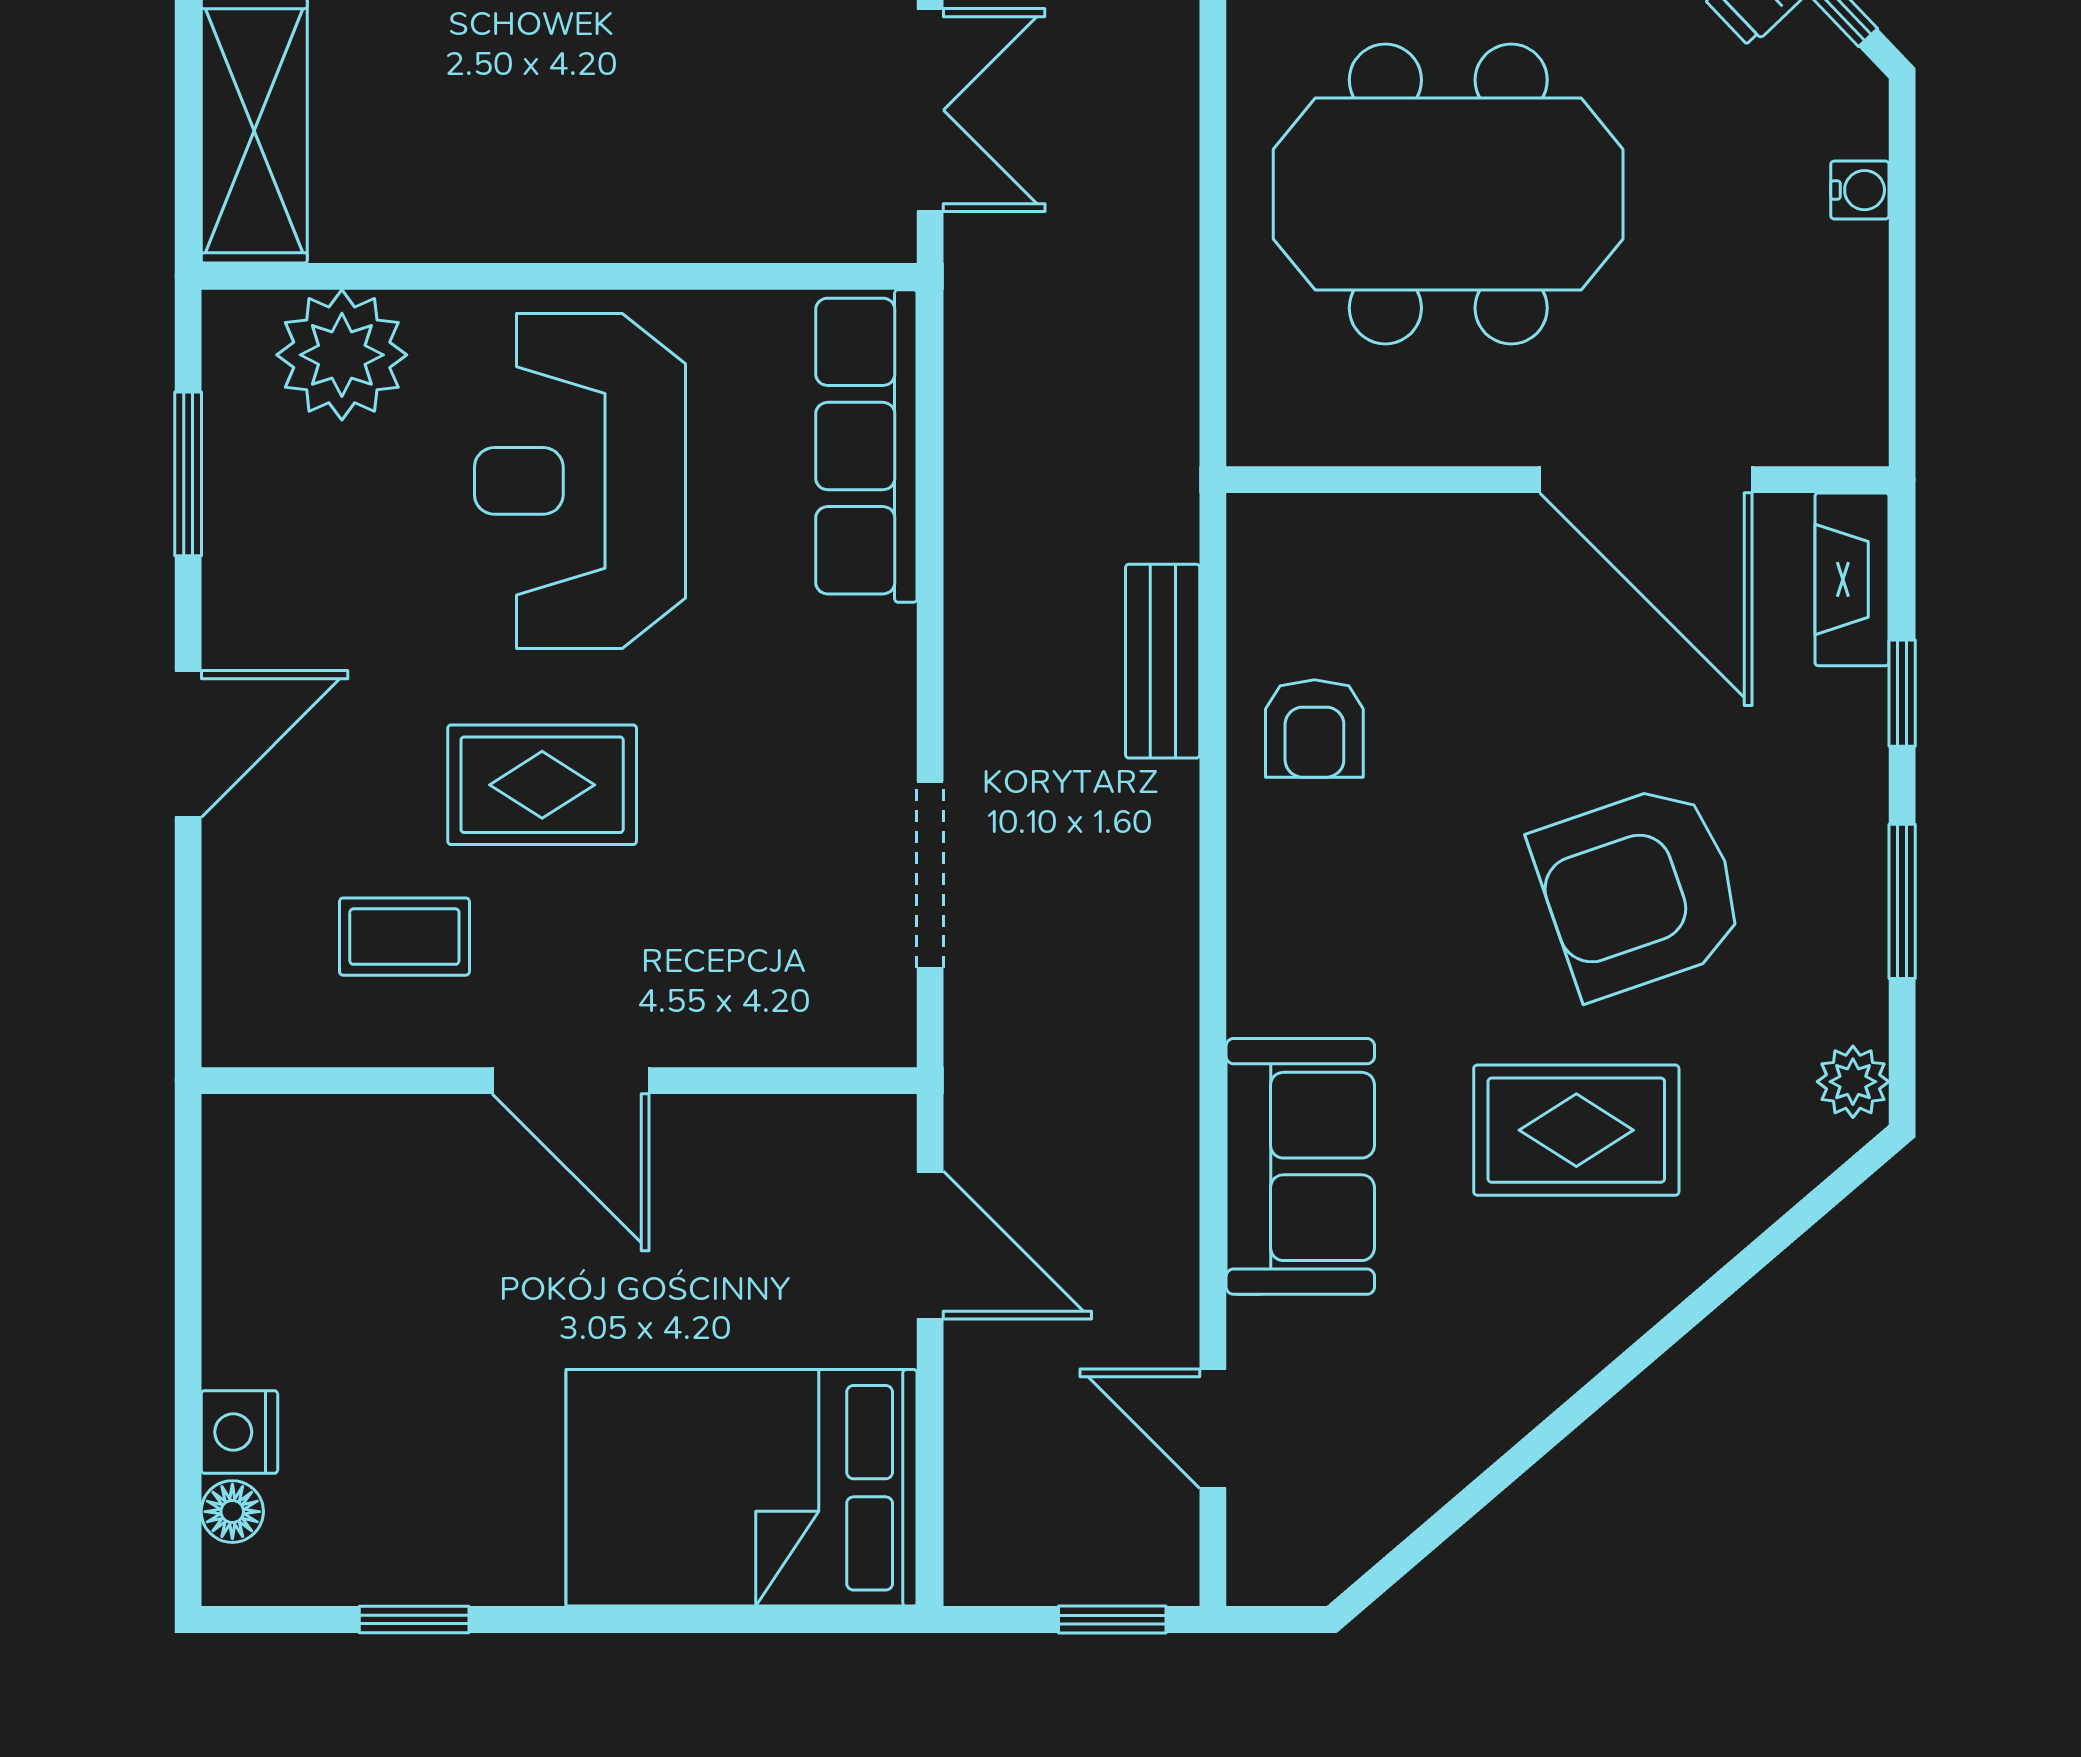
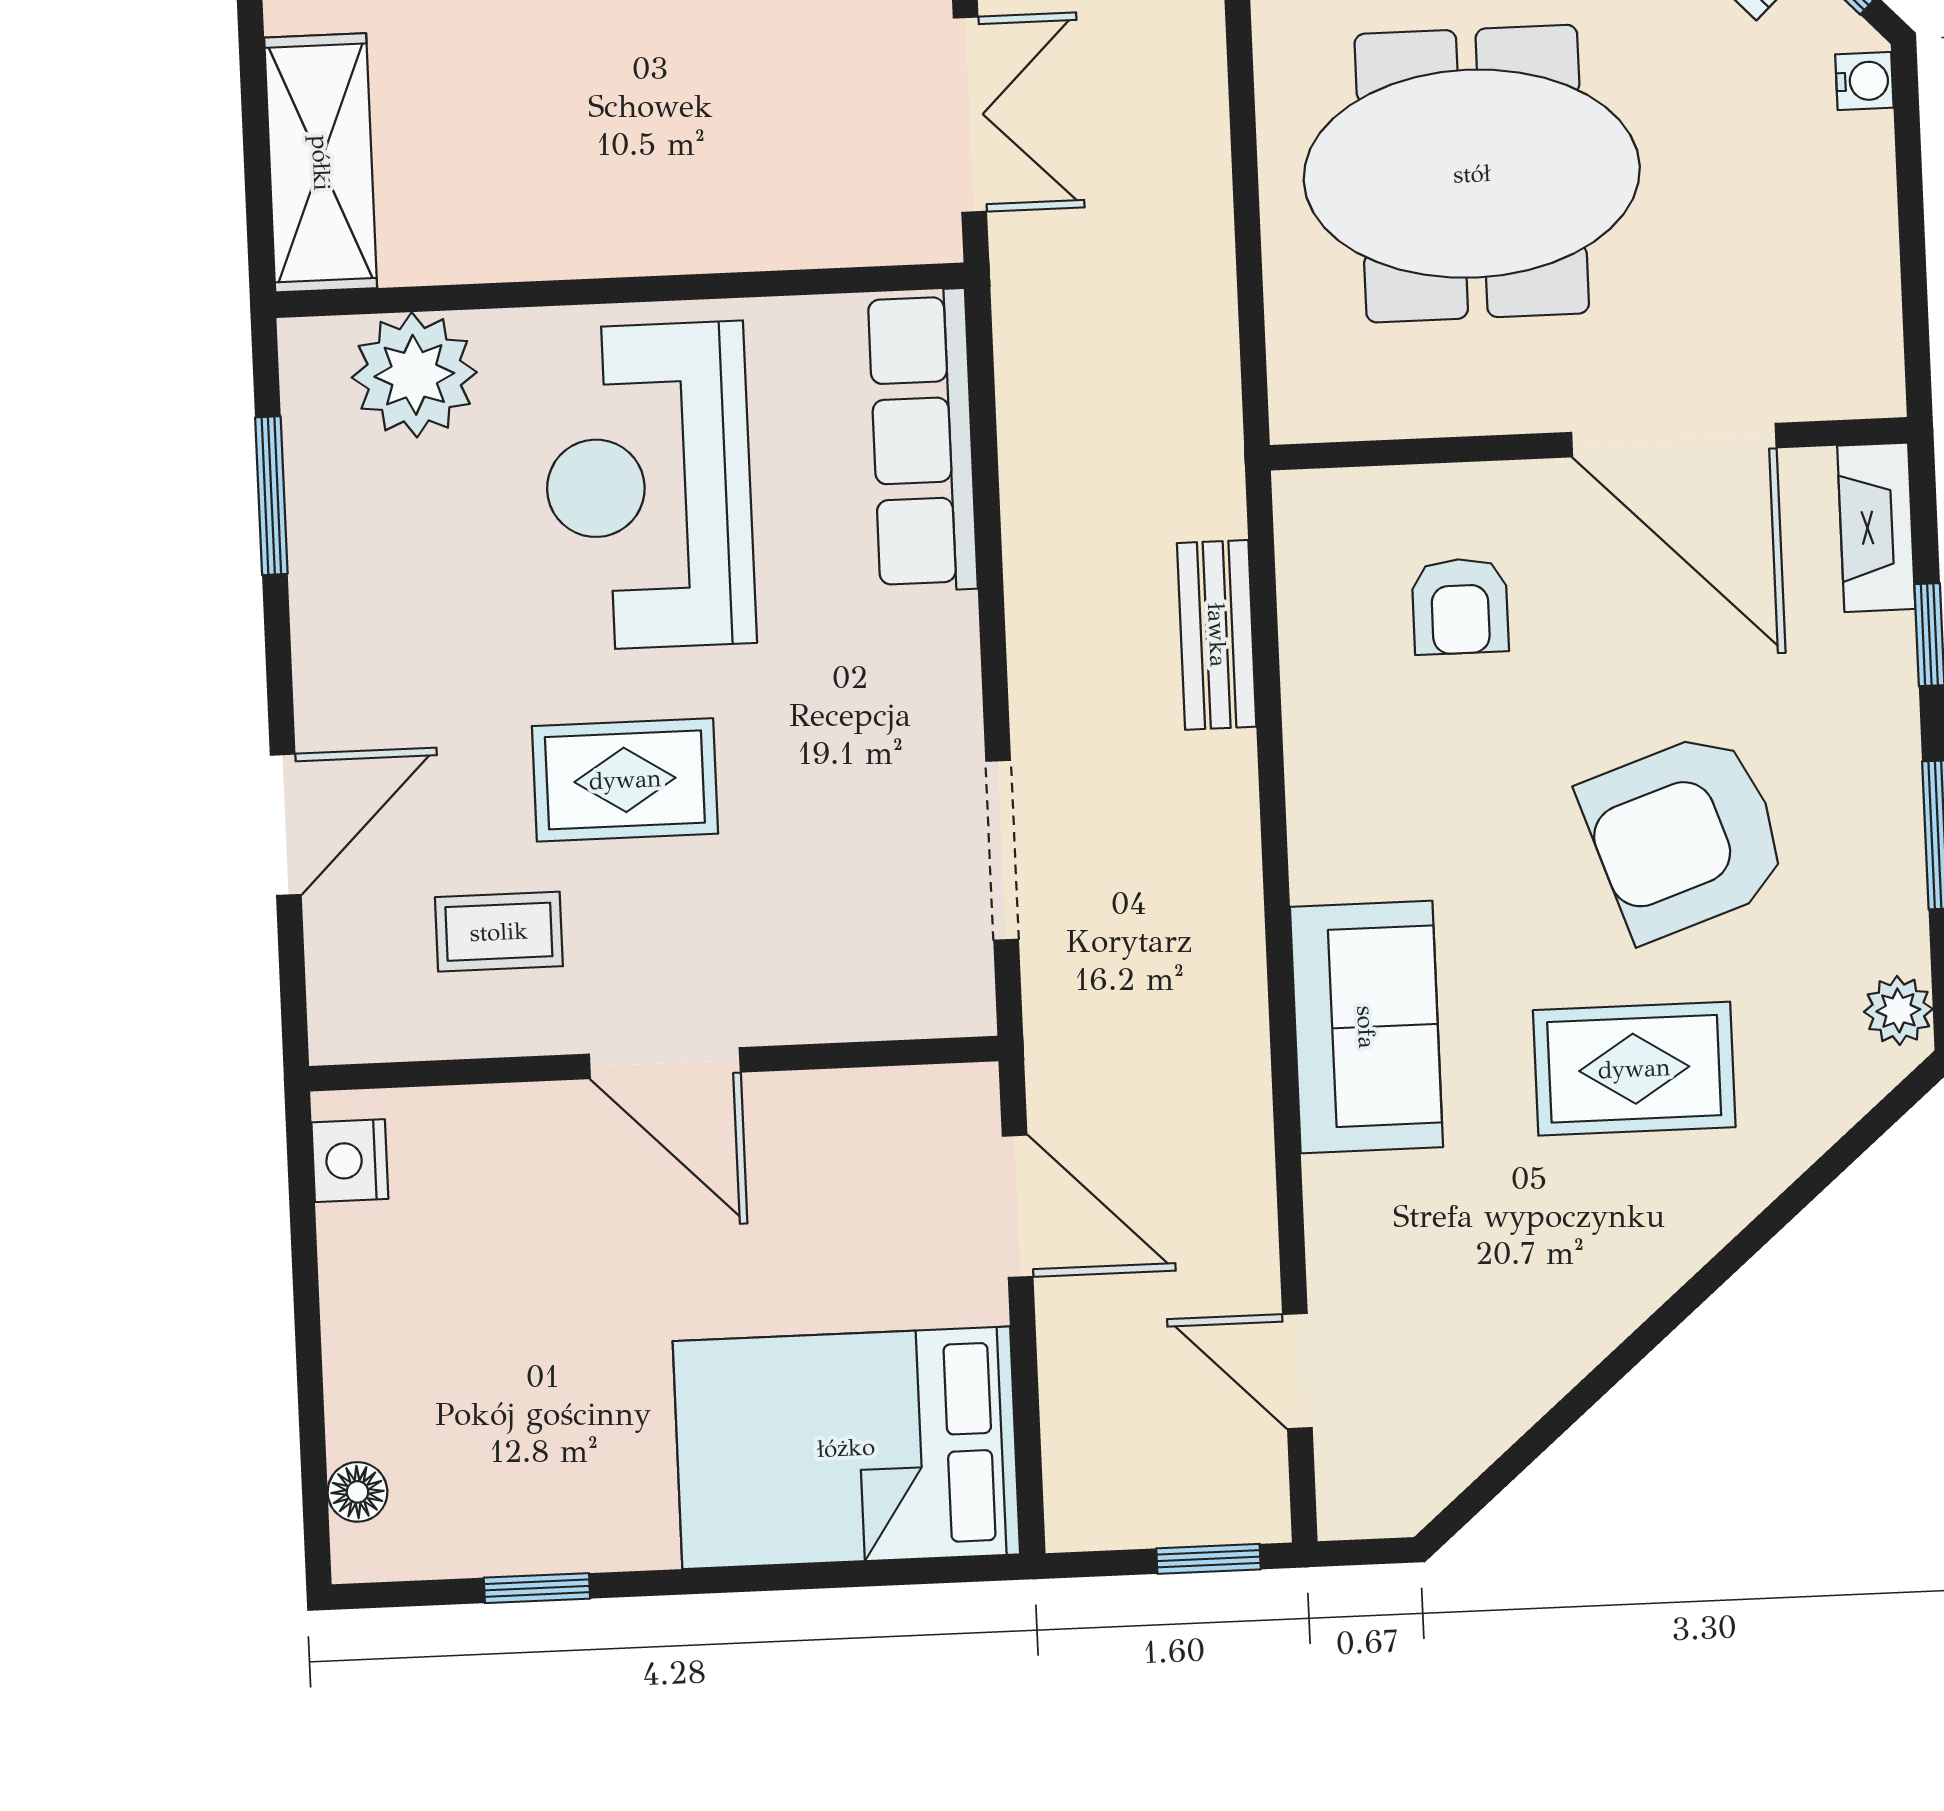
water cooler: (1860, 190) -> (1864, 81), moved
armchair: (1314, 728) -> (1460, 606), moved
door: (188, 744) -> (286, 825), moved
sofa: (1300, 1166) -> (1366, 1027), moved
nightstand: (239, 1432) -> (350, 1161), moved

